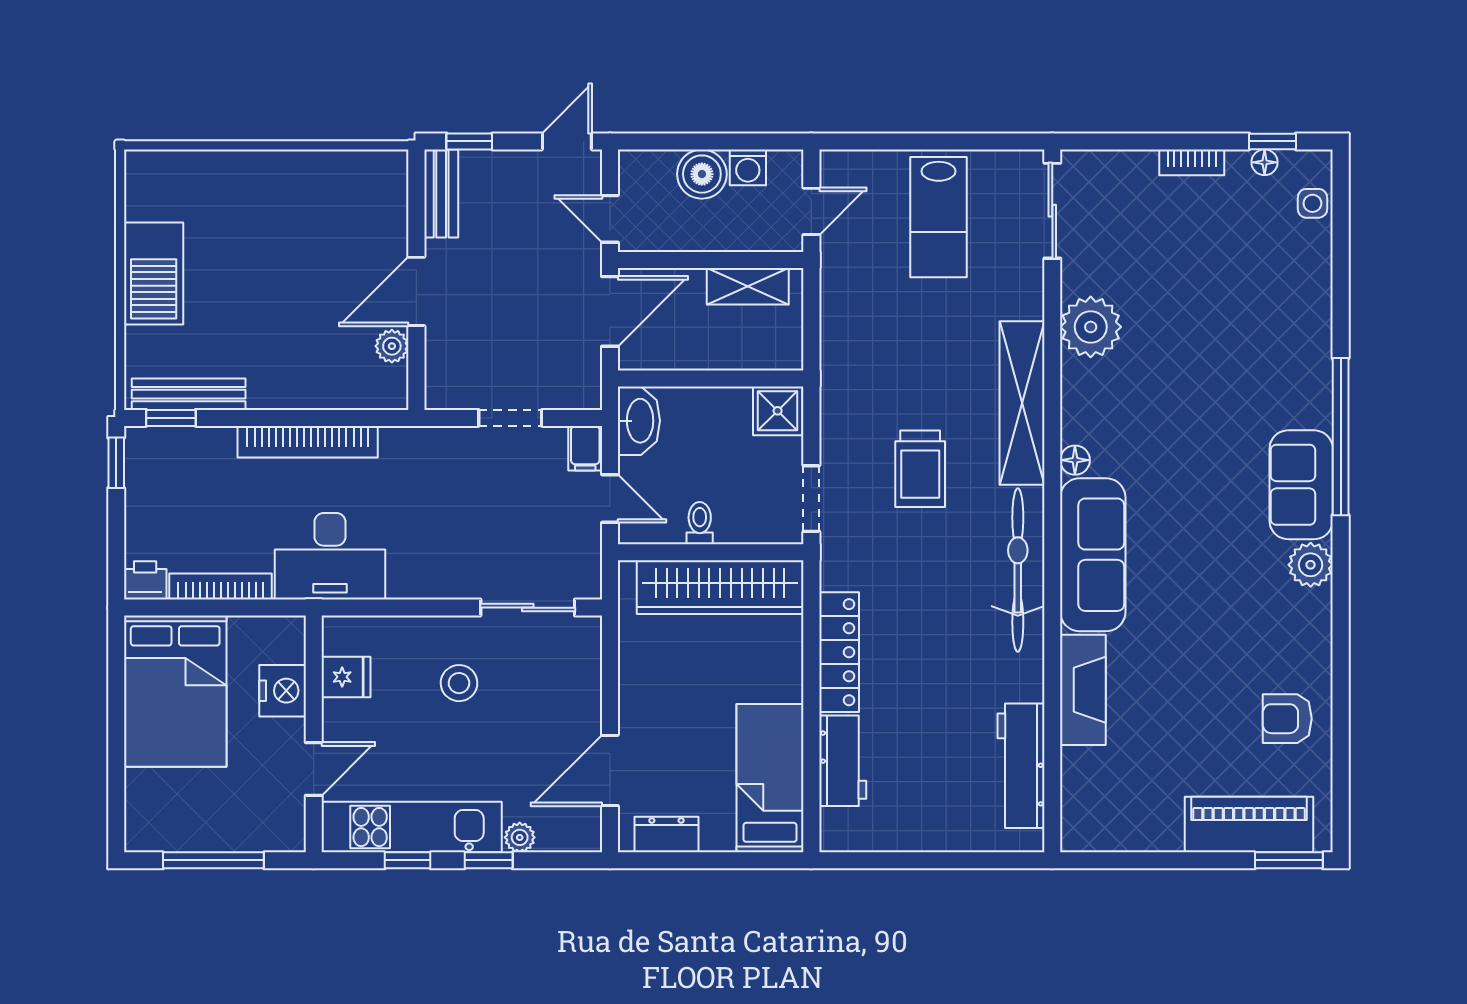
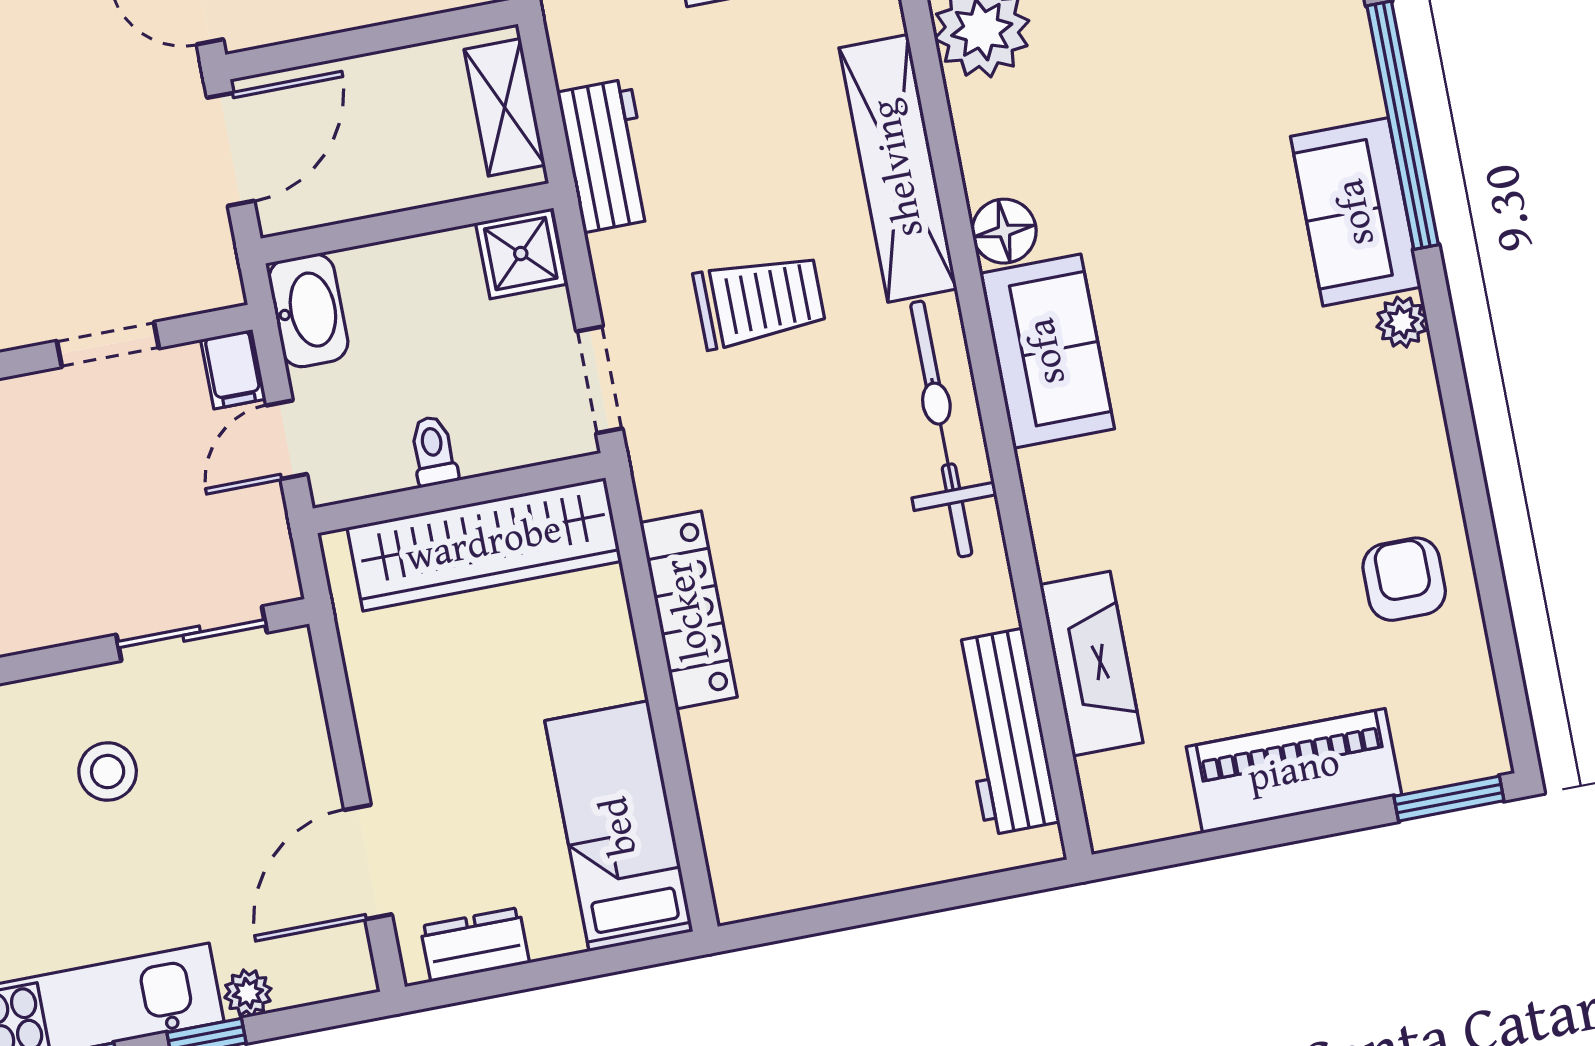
shelving: (748, 286) -> (505, 107), moved, turned 90
floor lamp: (1075, 460) -> (1004, 231), width x1.37, depth x1.37
trolley: (920, 469) -> (759, 301), turned -90
door: (610, 498) -> (287, 440), swing flipped
sofa: (1093, 555) -> (1047, 351), width x0.73
plant: (1311, 565) -> (1402, 322), width x0.73, depth x0.73
fireplace: (1083, 690) -> (1091, 664), moved
armchair: (1287, 719) -> (1404, 579), turned 90
workbench: (843, 761) -> (607, 156), moved
piano: (1249, 825) -> (1294, 771), moved

